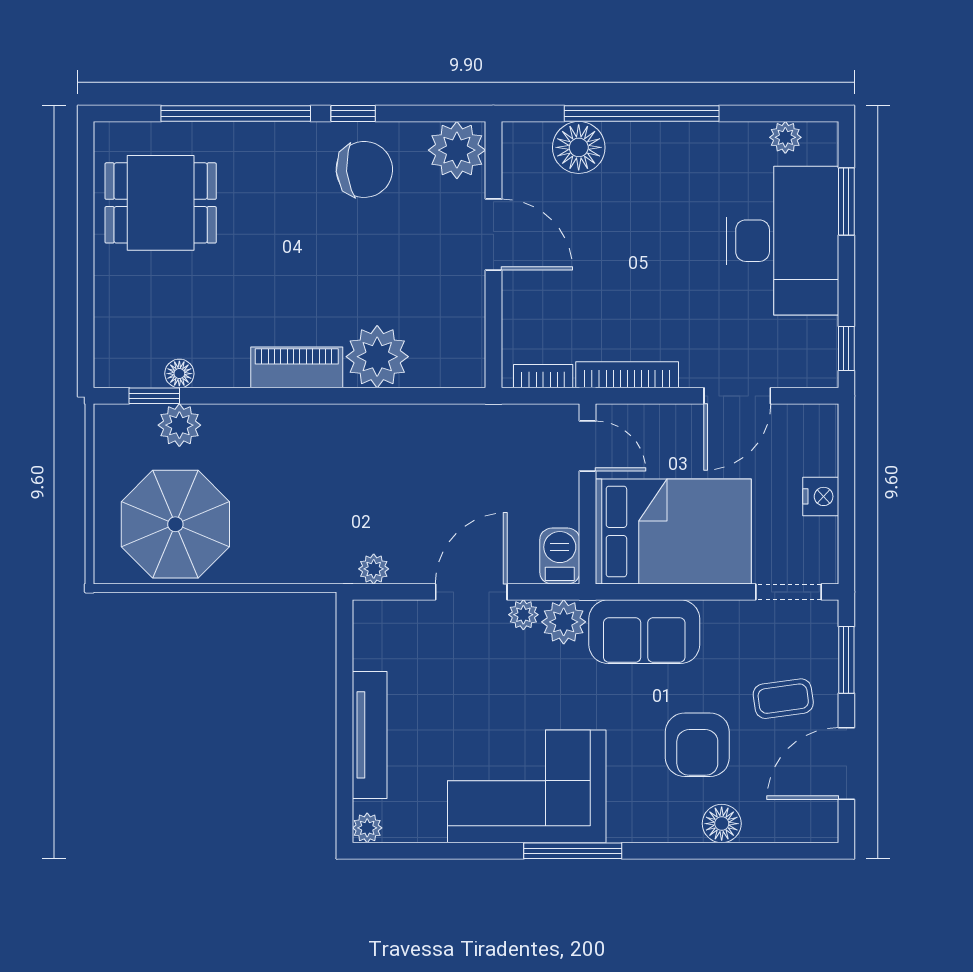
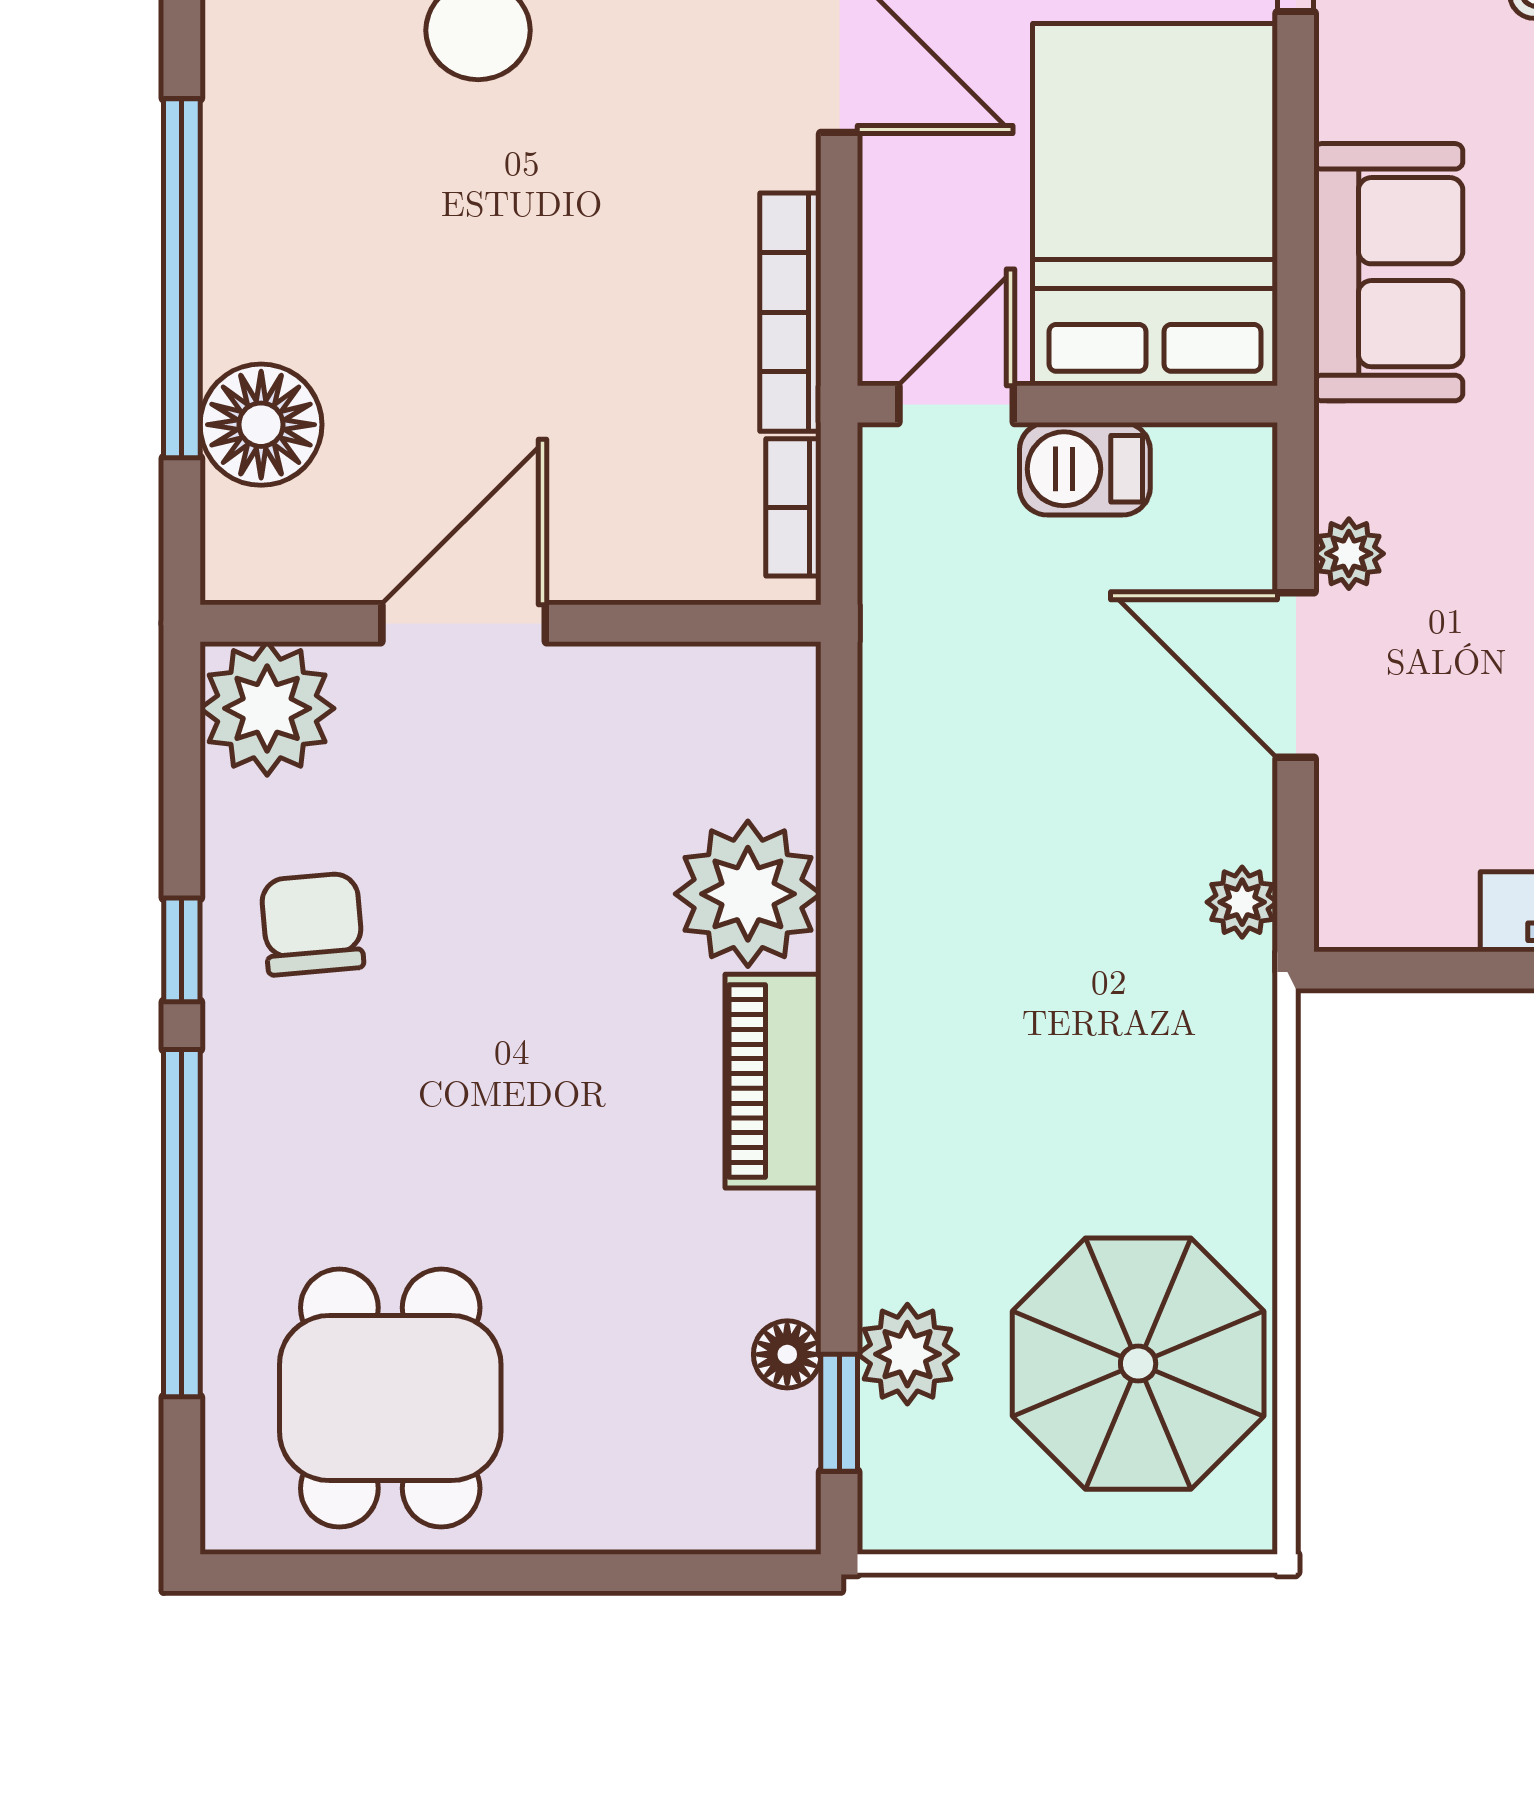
chair: (364, 169) -> (312, 924), width x0.73, depth x0.73
barbecue: (560, 556) -> (1085, 469), moved
plant: (564, 622) -> (1365, 460), removed

